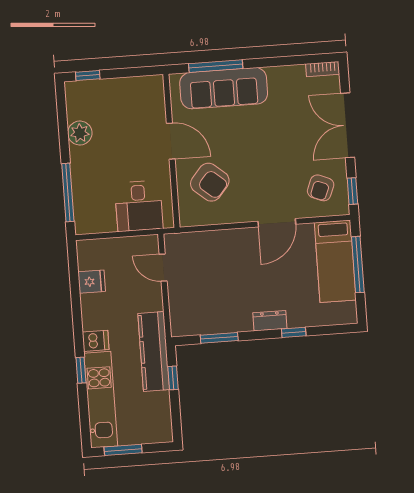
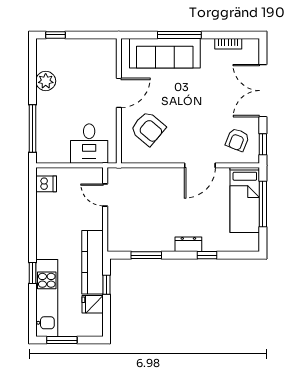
window: (216, 66) -> (179, 35), moved
bookcase: (323, 69) -> (228, 44), moved
door: (171, 141) -> (119, 93), hinge flipped
fridge: (92, 282) -> (93, 304), moved, turned 180
dishwasher: (96, 341) -> (46, 184), moved

